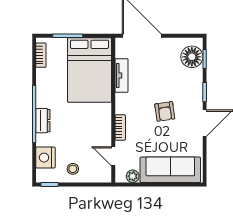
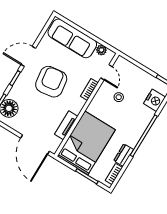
armchair: (165, 111) -> (51, 82), width x1.88, depth x1.88
dresser: (43, 121) -> (124, 155), moved
stool: (73, 169) -> (119, 97), moved

